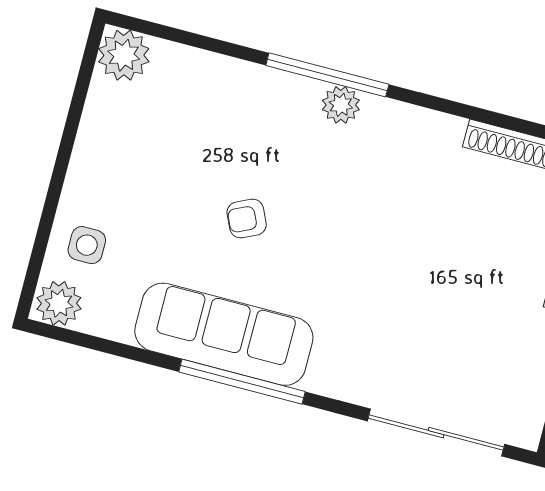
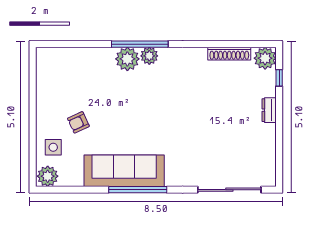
plant: (124, 55) -> (127, 59), moved
armchair: (247, 219) -> (78, 122), moved

